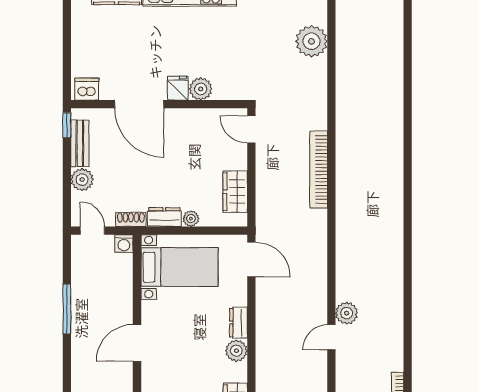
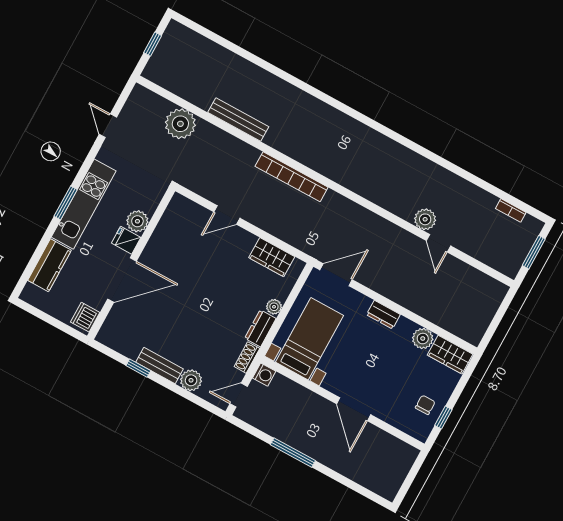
fridge: (178, 88) -> (126, 240), moved
dishwasher: (87, 89) -> (85, 317), moved
plant: (201, 89) -> (137, 221), moved
bench: (344, 92) -> (238, 120), added
door: (139, 104) -> (122, 280), moved
wall: (159, 104) -> (131, 263), moved
plant: (236, 351) -> (423, 339), moved

